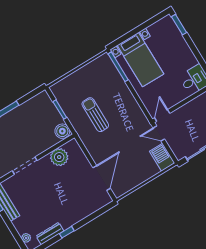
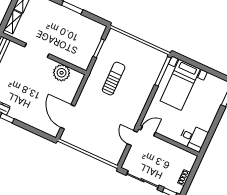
boiler: (62, 131) -> (83, 62), removed
barbecue: (162, 157) -> (116, 153), removed
door: (102, 178) -> (68, 117), swing flipped

